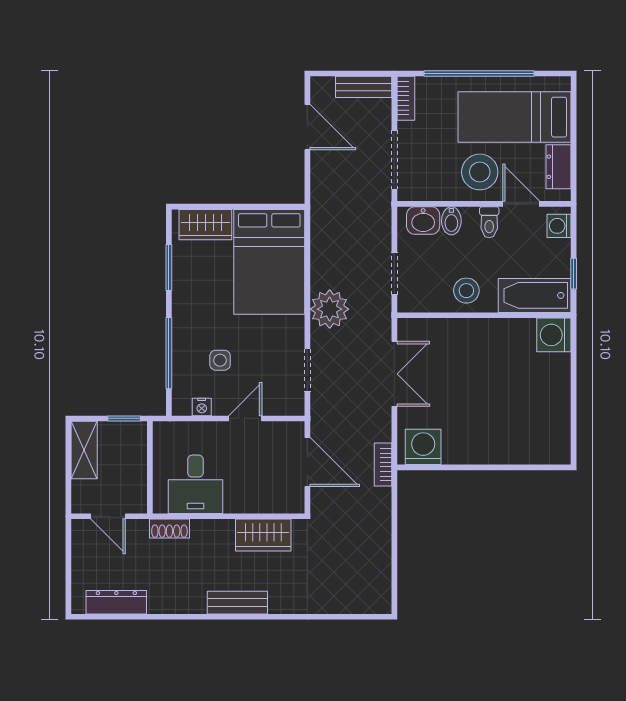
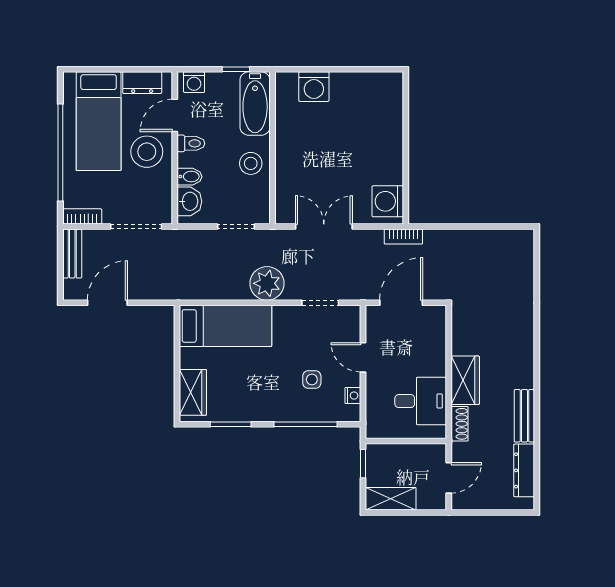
bed: (269, 262) -> (226, 326), width x0.67
washing machine: (554, 335) -> (314, 87), moved
wardrobe: (263, 535) -> (465, 380), moved
bench: (237, 603) -> (524, 416), moved

